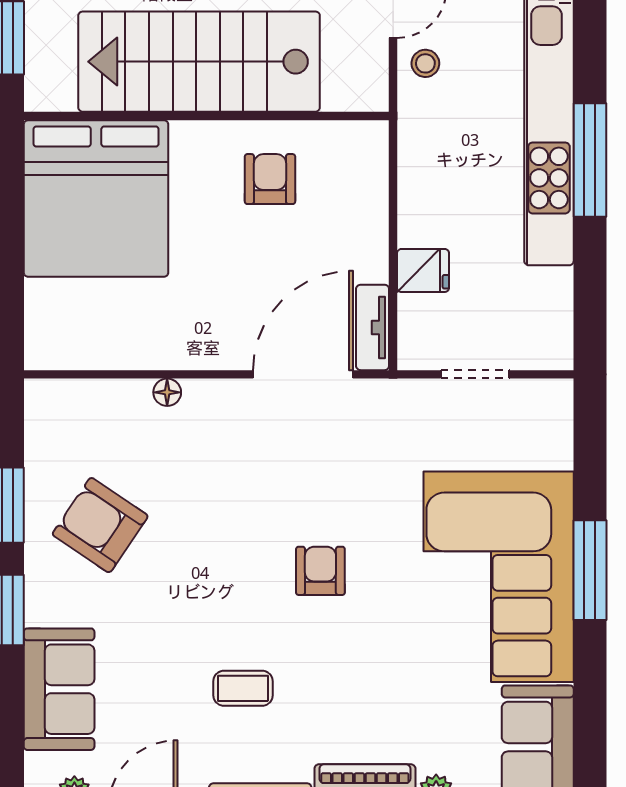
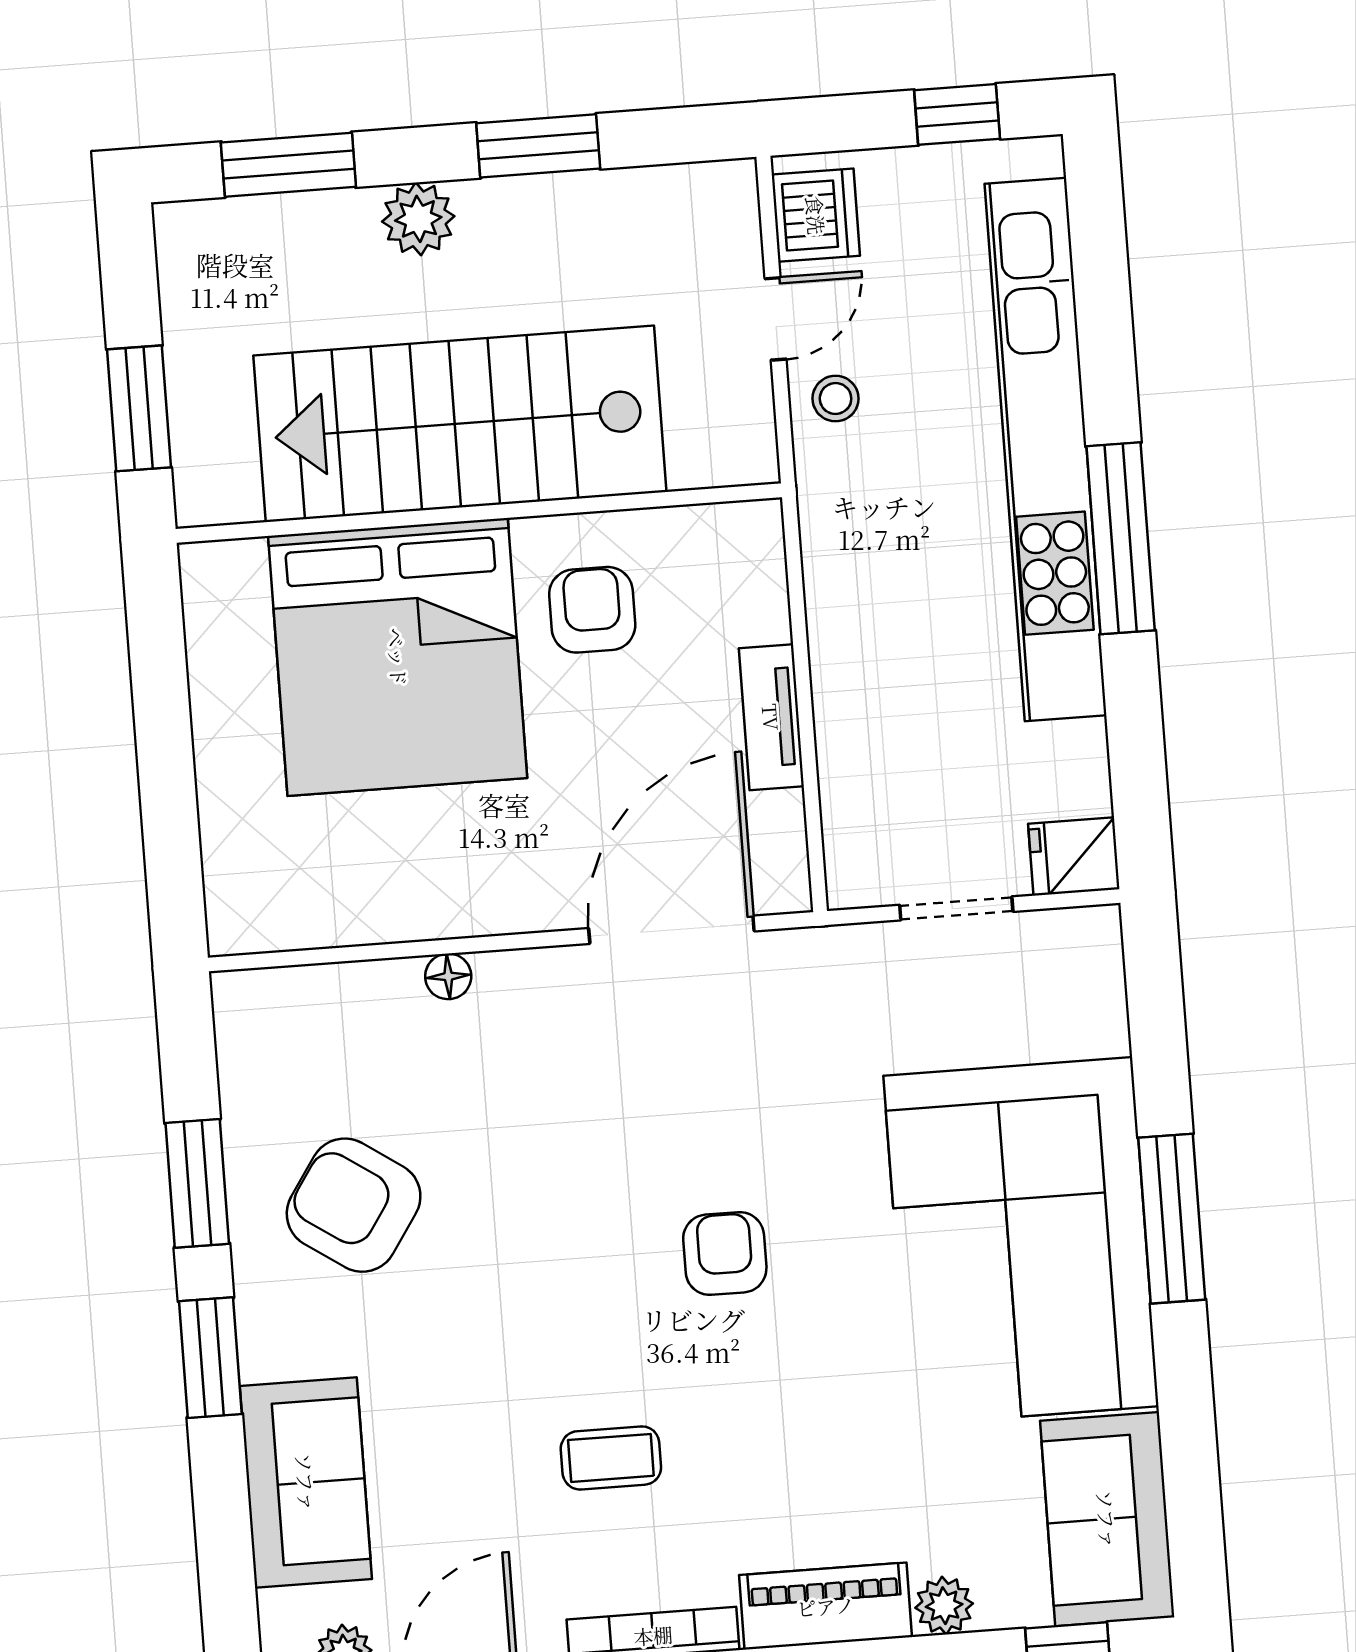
bed: (96, 199) -> (398, 657), moved
fridge: (423, 270) -> (1074, 856), moved, turned 180
tv unit: (373, 327) -> (771, 717), moved

